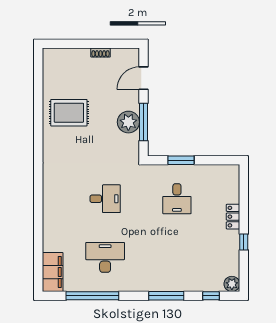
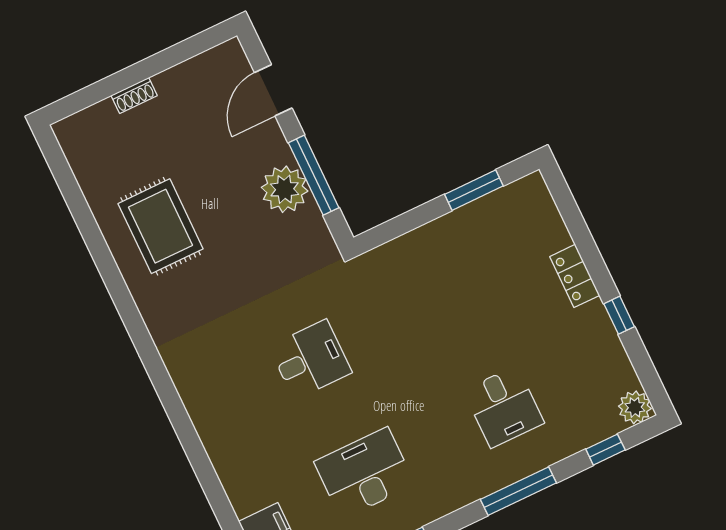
shoe rack: (101, 52) -> (134, 95), moved
rug: (69, 113) -> (161, 226), turned 90
window: (181, 160) -> (474, 190), moved
desk: (177, 199) -> (504, 407), moved

